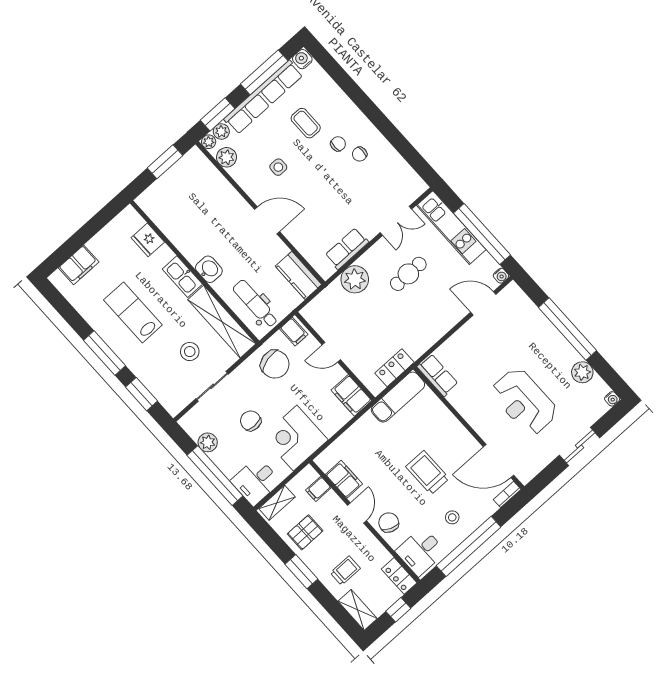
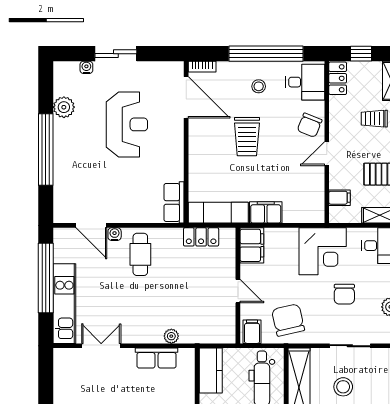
cafe table: (408, 274) -> (140, 254), moved, turned 90
water cooler: (501, 276) -> (115, 234), moved
plant: (355, 279) -> (171, 336), width x0.53, depth x0.53
water cooler: (612, 399) -> (86, 67), moved
filing cabinet: (344, 479) -> (266, 212), moved, turned 90

